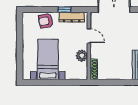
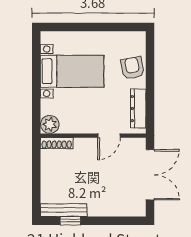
window: (65, 10) -> (150, 97), removed
plant: (82, 56) -> (50, 124), moved

